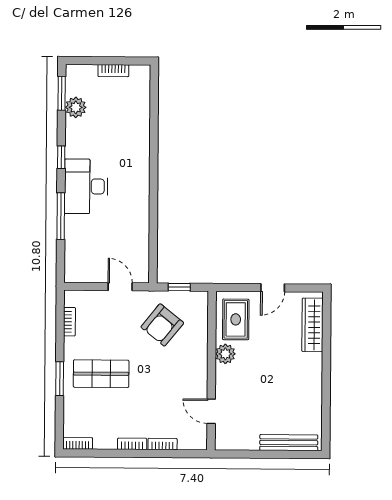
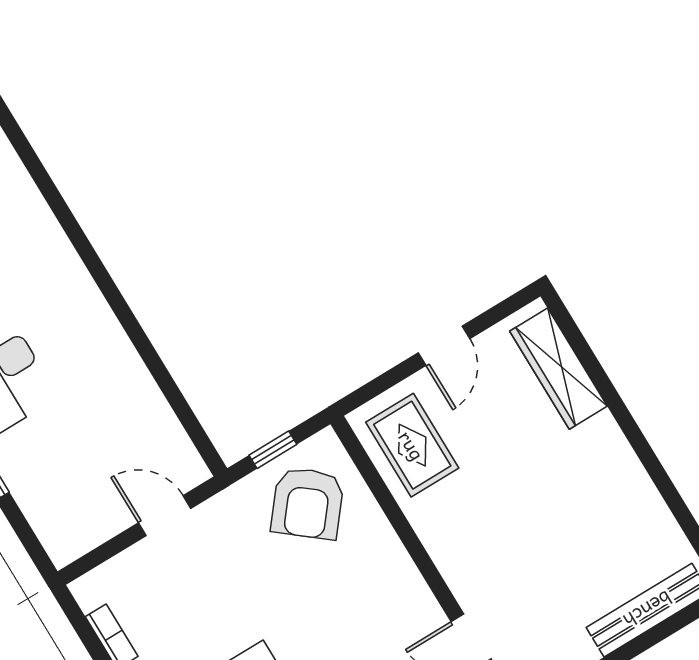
armchair: (162, 325) -> (308, 503), moved
plant: (225, 354) -> (432, 520), removed

